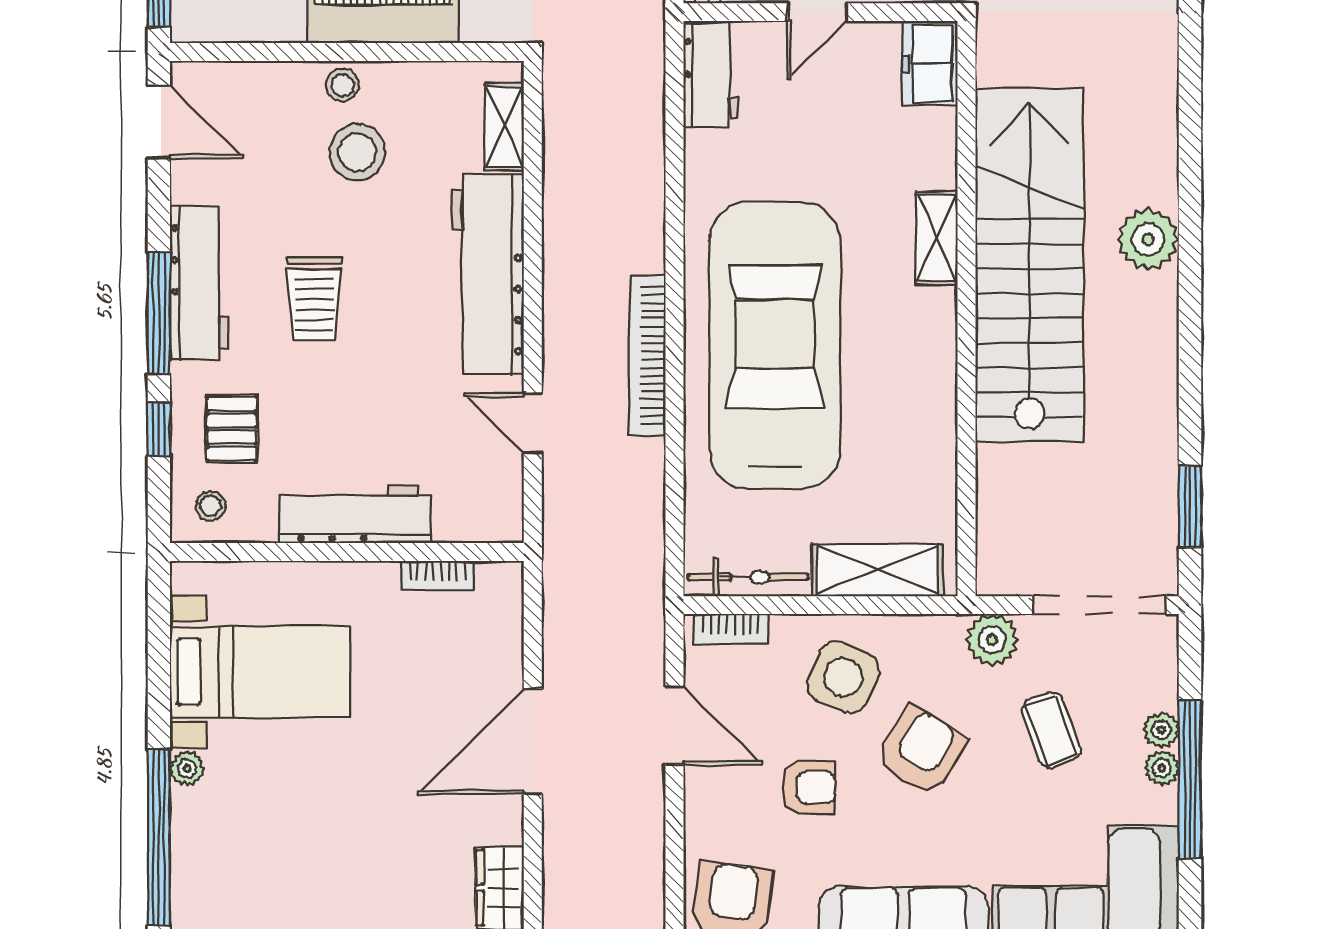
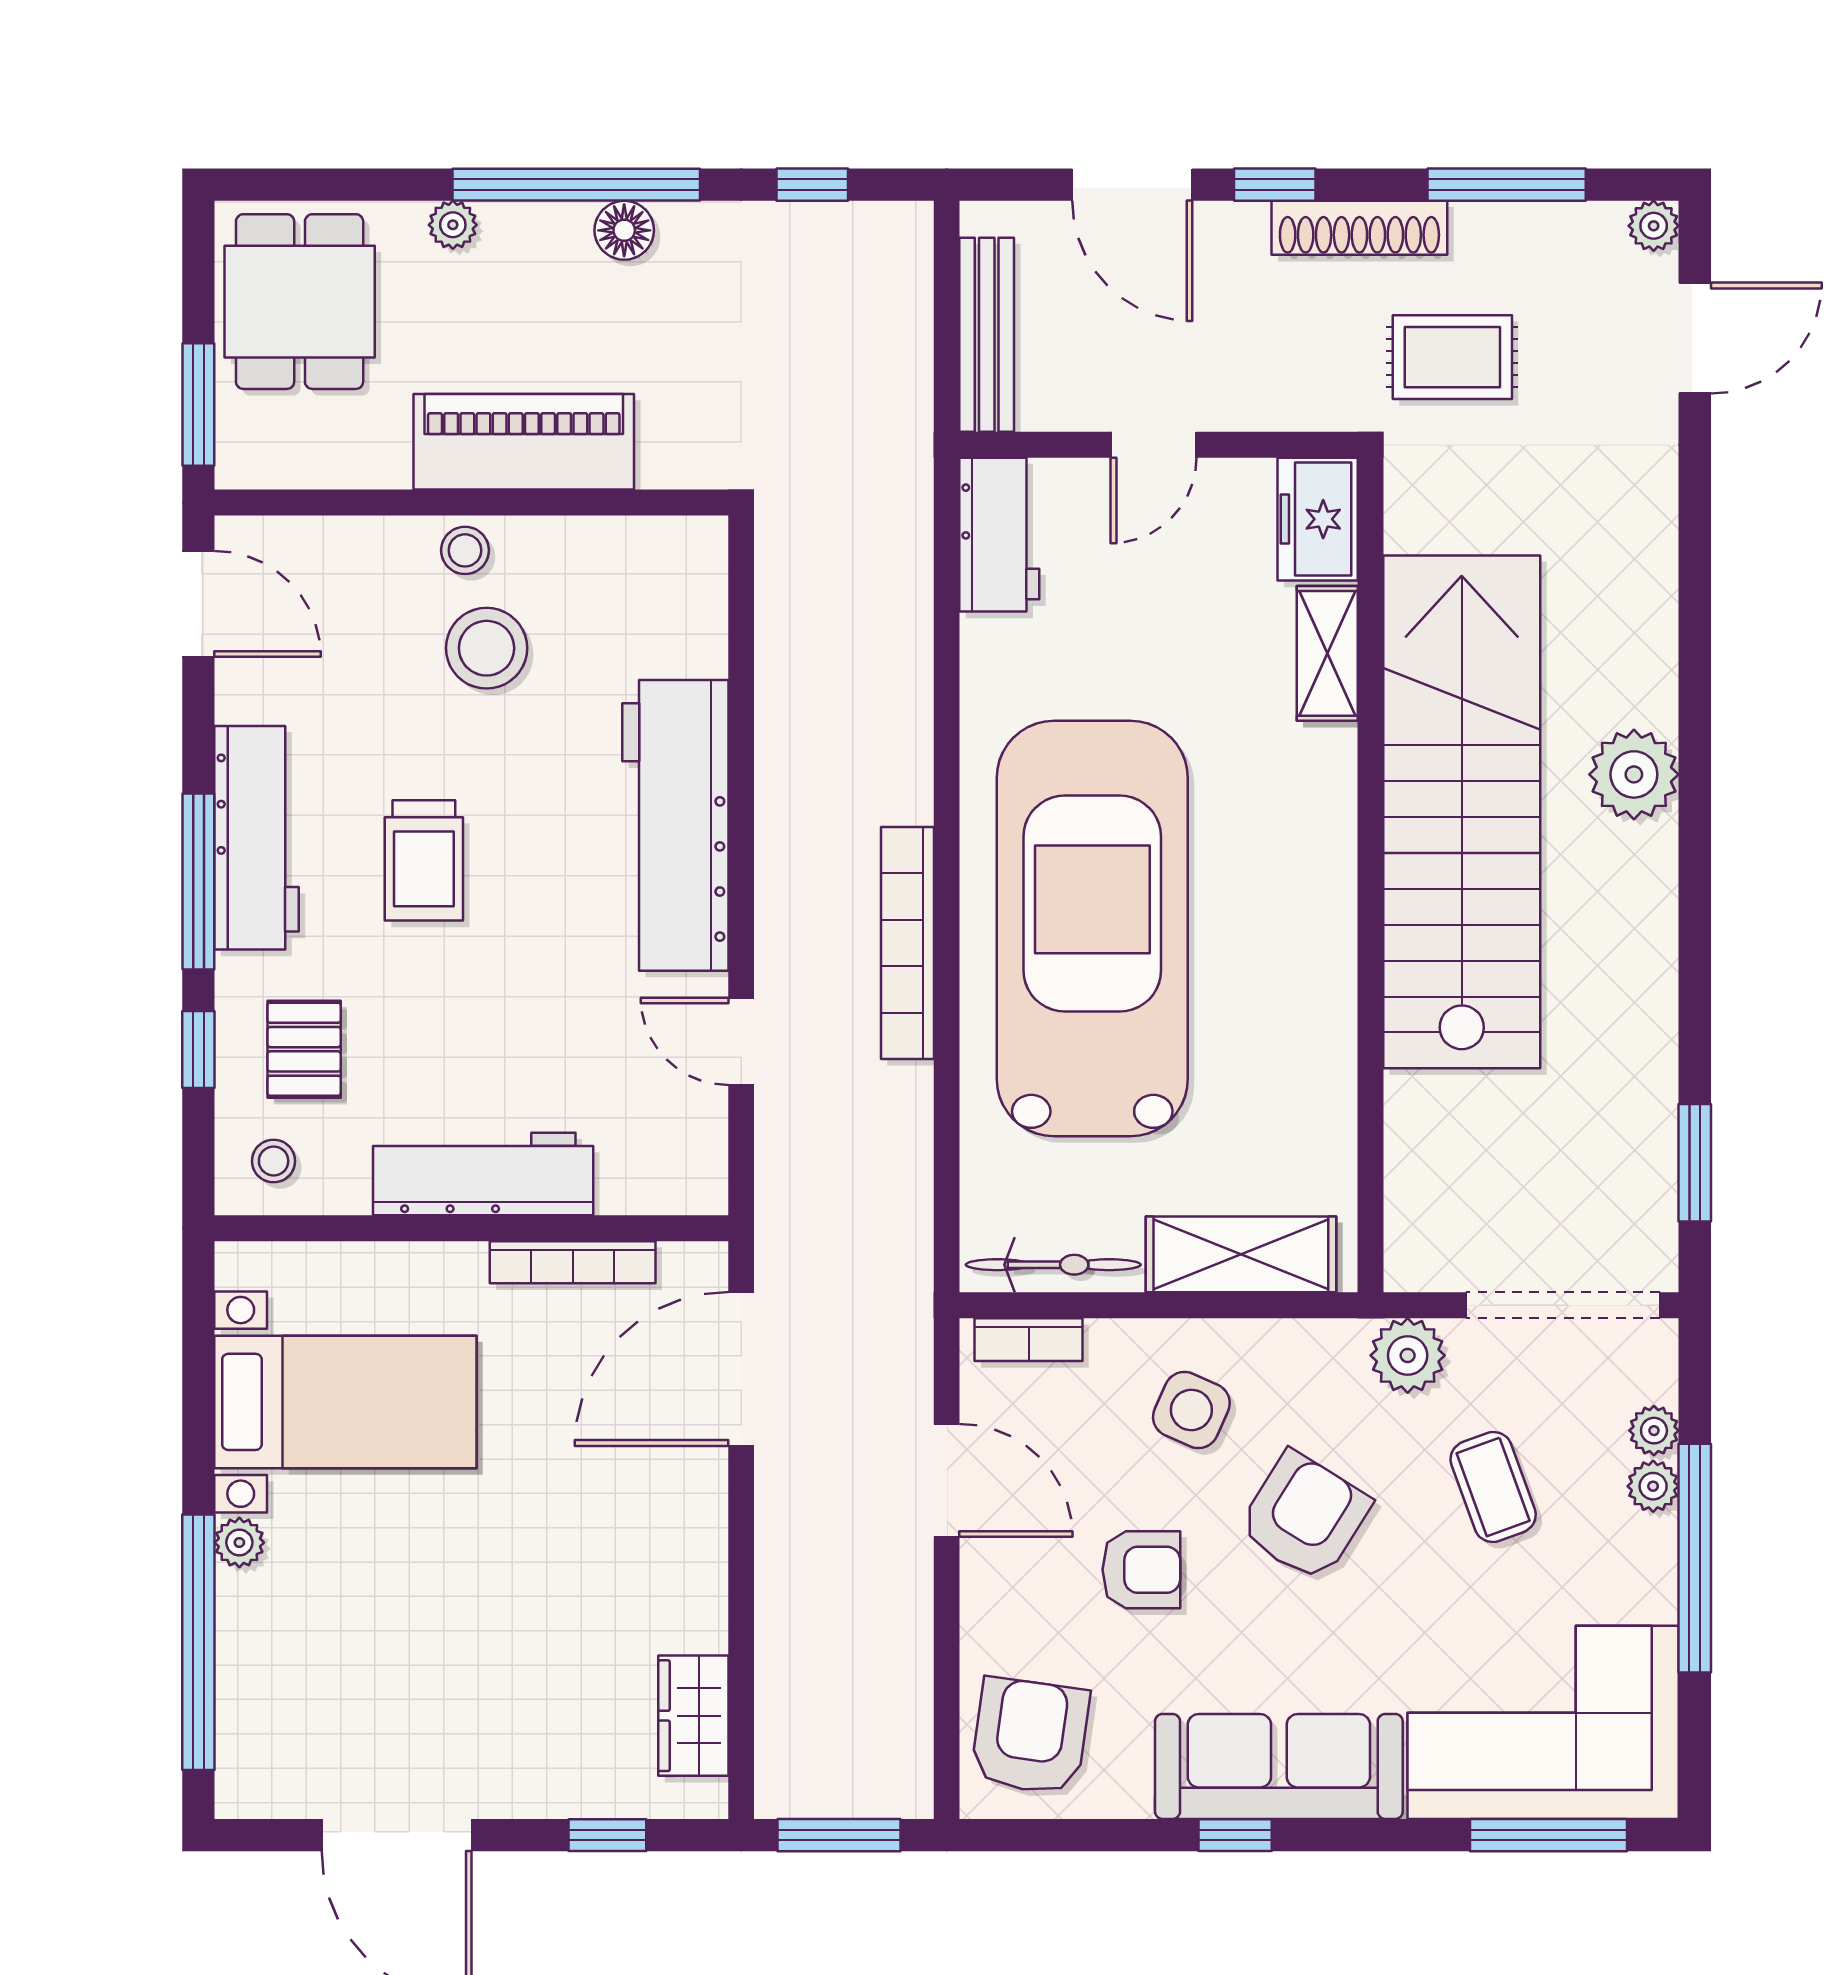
shelving: (504, 127) -> (700, 611), removed
shelving: (937, 238) -> (1327, 653), moved
bookcase: (437, 575) -> (573, 1262), width x1.56
side table: (843, 677) -> (1191, 1410), width x0.73, depth x0.73
door: (533, 741) -> (741, 1369), moved
plant: (1162, 768) -> (1654, 1431), moved

